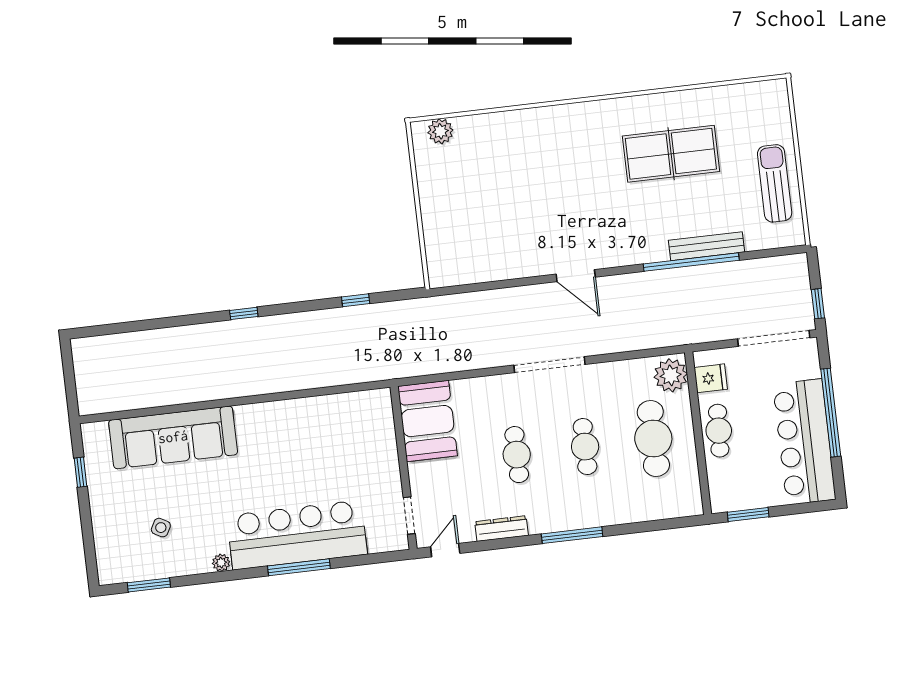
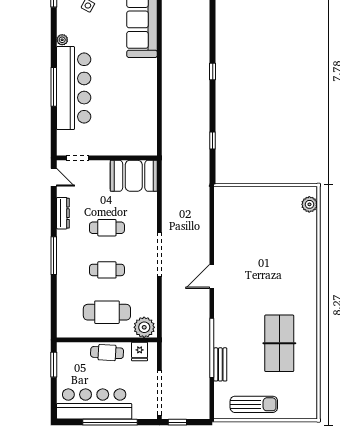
bench: (707, 246) -> (220, 364), width x0.73

